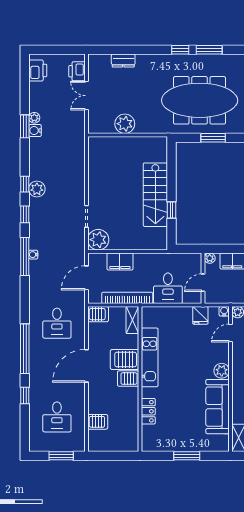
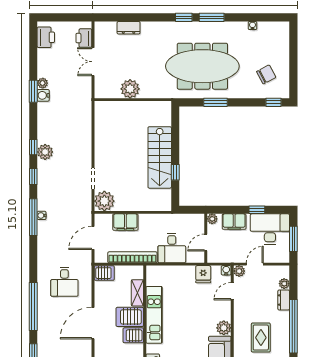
shelving: (132, 320) -> (137, 293), moved

